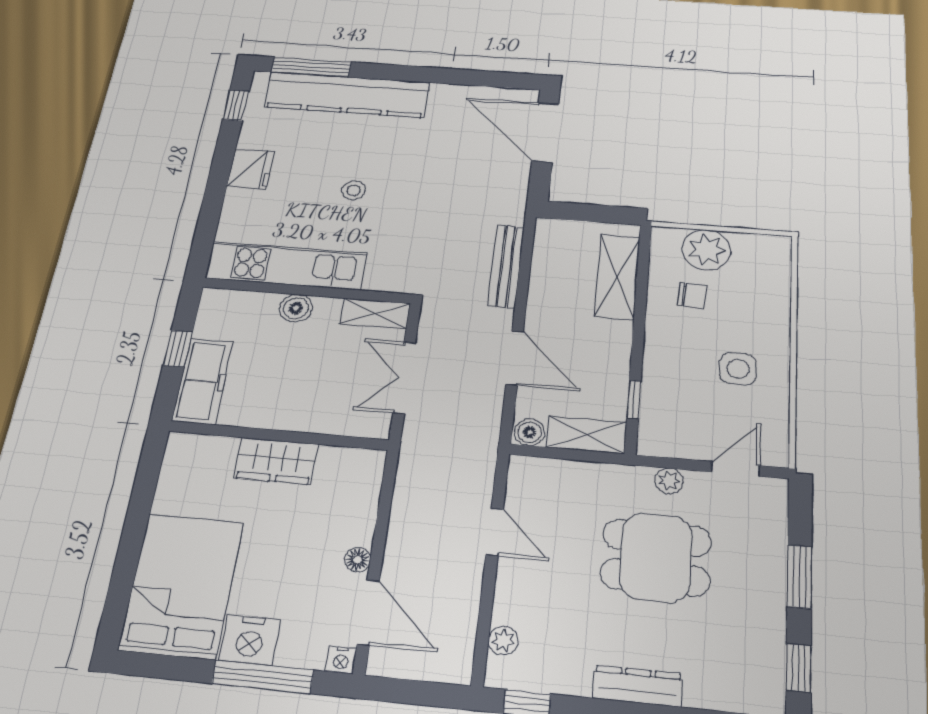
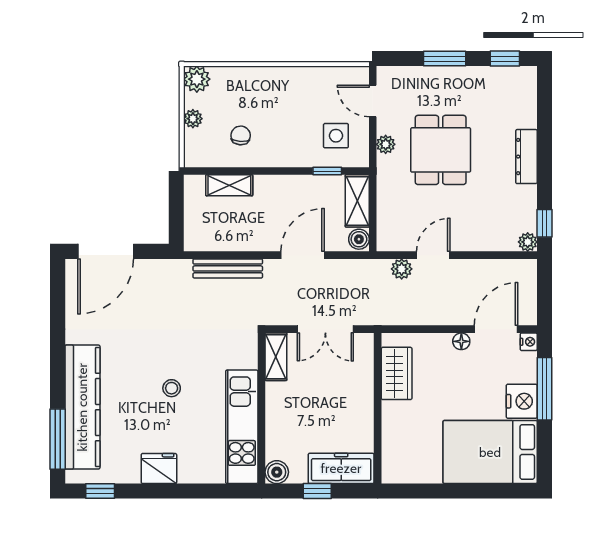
plant: (706, 250) -> (193, 119), width x0.53, depth x0.53
plant: (773, 250) -> (197, 79), added
shelving: (617, 276) -> (229, 185), width x0.67, depth x0.75
boiler: (296, 308) -> (277, 472), moved
side table: (738, 369) -> (336, 136), moved
wardrobe: (276, 461) -> (397, 373), moved
plant: (479, 486) -> (402, 269), added
plant: (503, 641) -> (528, 242), moved

